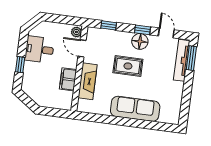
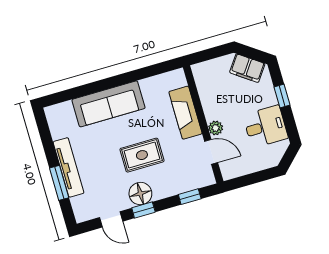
plant: (76, 32) -> (216, 128), moved
window: (191, 58) -> (59, 183), moved
tv unit: (182, 60) -> (69, 167), moved
filing cabinet: (68, 79) -> (247, 68), moved, turned 125

